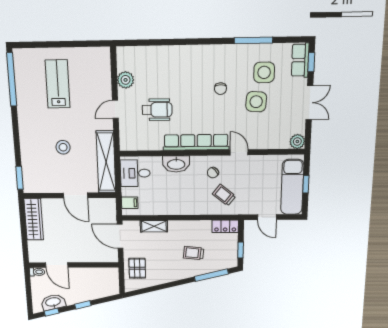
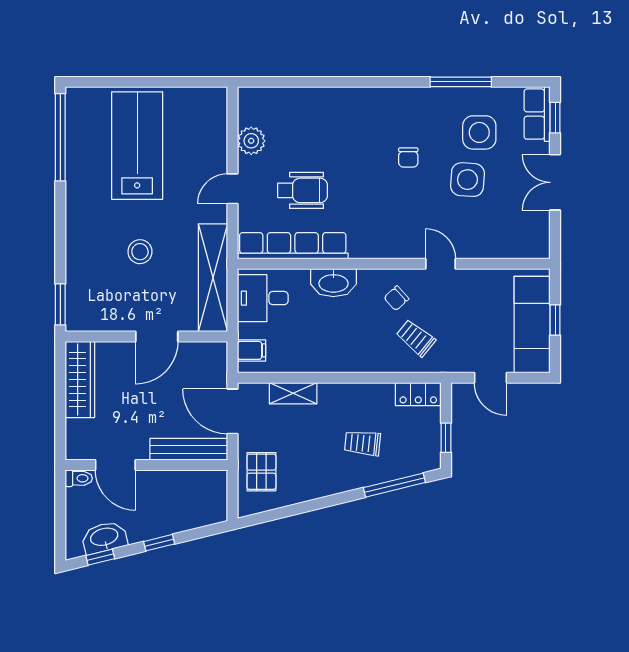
lab bench: (58, 84) -> (137, 146), width x1.36, depth x1.39
double door: (309, 103) -> (555, 182), swing flipped
row of seats: (196, 142) -> (293, 246), moved
plant: (297, 142) -> (538, 247), removed
door: (75, 195) -> (157, 337), hinge flipped
bench: (97, 257) -> (189, 449), added

